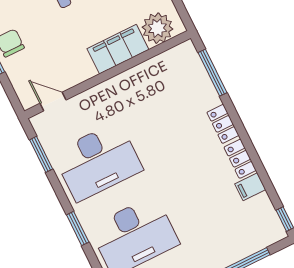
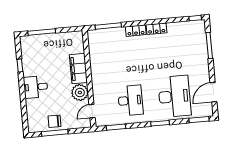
plant: (157, 28) -> (80, 93), moved
desk: (98, 161) -> (130, 100), width x0.73, depth x0.77
filing cabinet: (250, 187) -> (173, 29), removed

